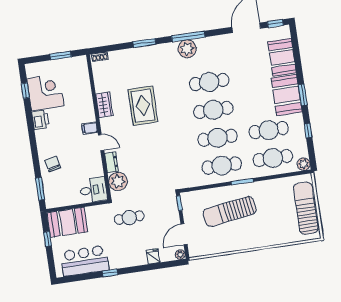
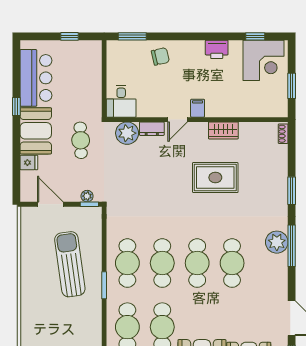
corner desk: (45, 92) -> (264, 60), moved
booth: (67, 222) -> (36, 131), moved
plant: (180, 255) -> (87, 196), moved

